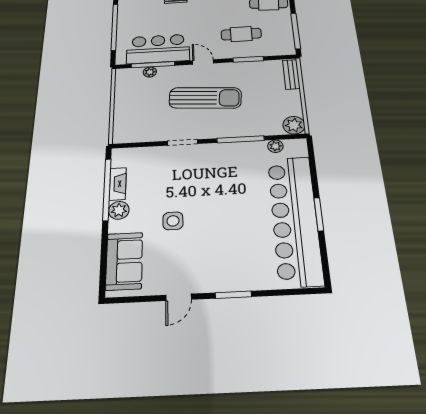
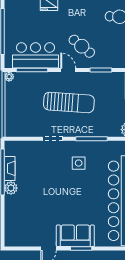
cafe table: (241, 34) -> (82, 46), moved, turned 39
plant: (150, 72) -> (9, 77), moved
plant: (275, 146) -> (114, 146), removed
side table: (173, 221) -> (79, 163), moved
sofa: (124, 261) -> (75, 236), moved, turned -90

